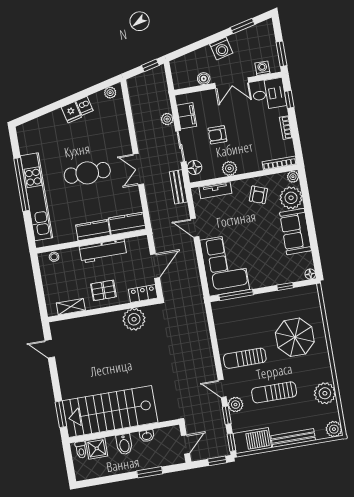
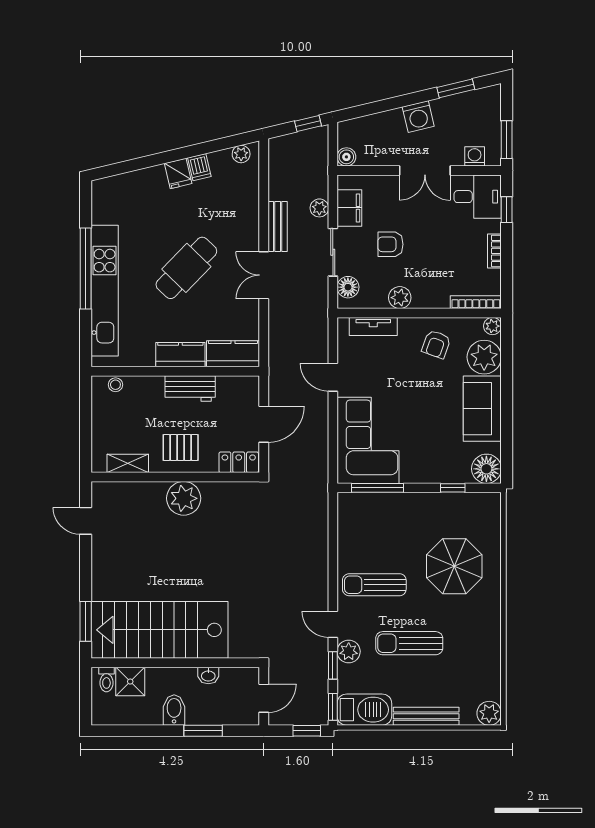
boiler: (204, 79) -> (346, 157), moved
cafe table: (87, 173) -> (186, 268), turned -46
bench: (178, 187) -> (278, 227), moved
workbench: (103, 251) -> (190, 389), width x0.73
floor lamp: (310, 274) -> (486, 469), width x1.89, depth x1.89
plant: (134, 319) -> (184, 498), moved
plant: (325, 393) -> (485, 658), removed
bidet: (124, 444) -> (174, 710), moved, turned 180

